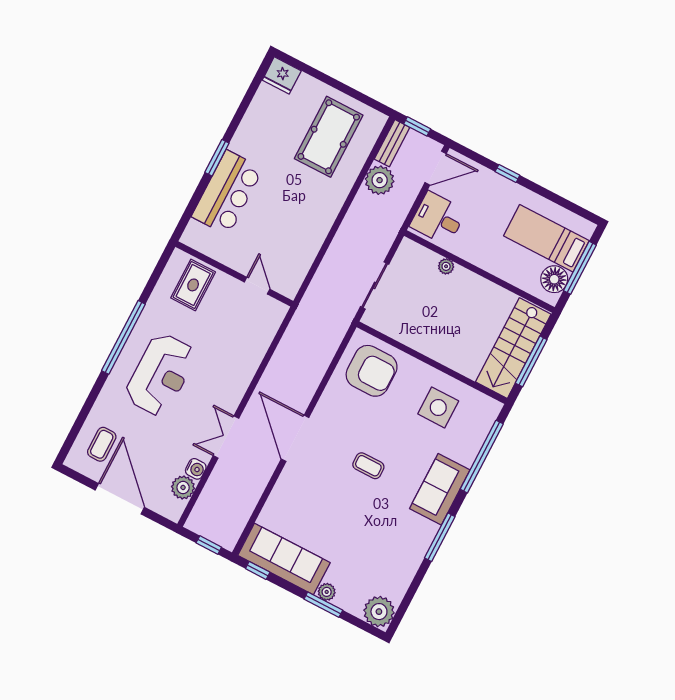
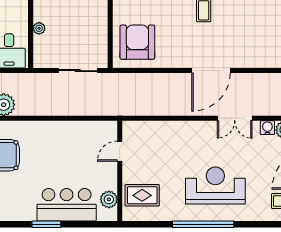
plant: (208, 244) -> (109, 199), added

